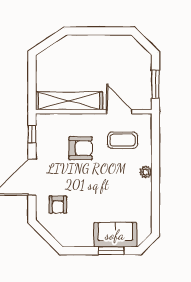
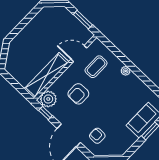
plant: (48, 124) -> (48, 99), added
armchair: (81, 148) -> (78, 94), turned 180
armchair: (58, 205) -> (97, 136), turned 180

